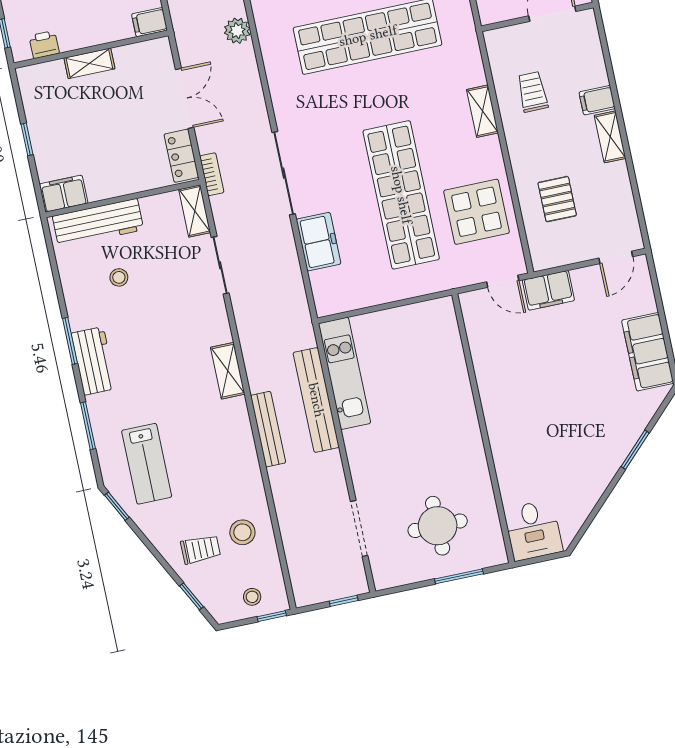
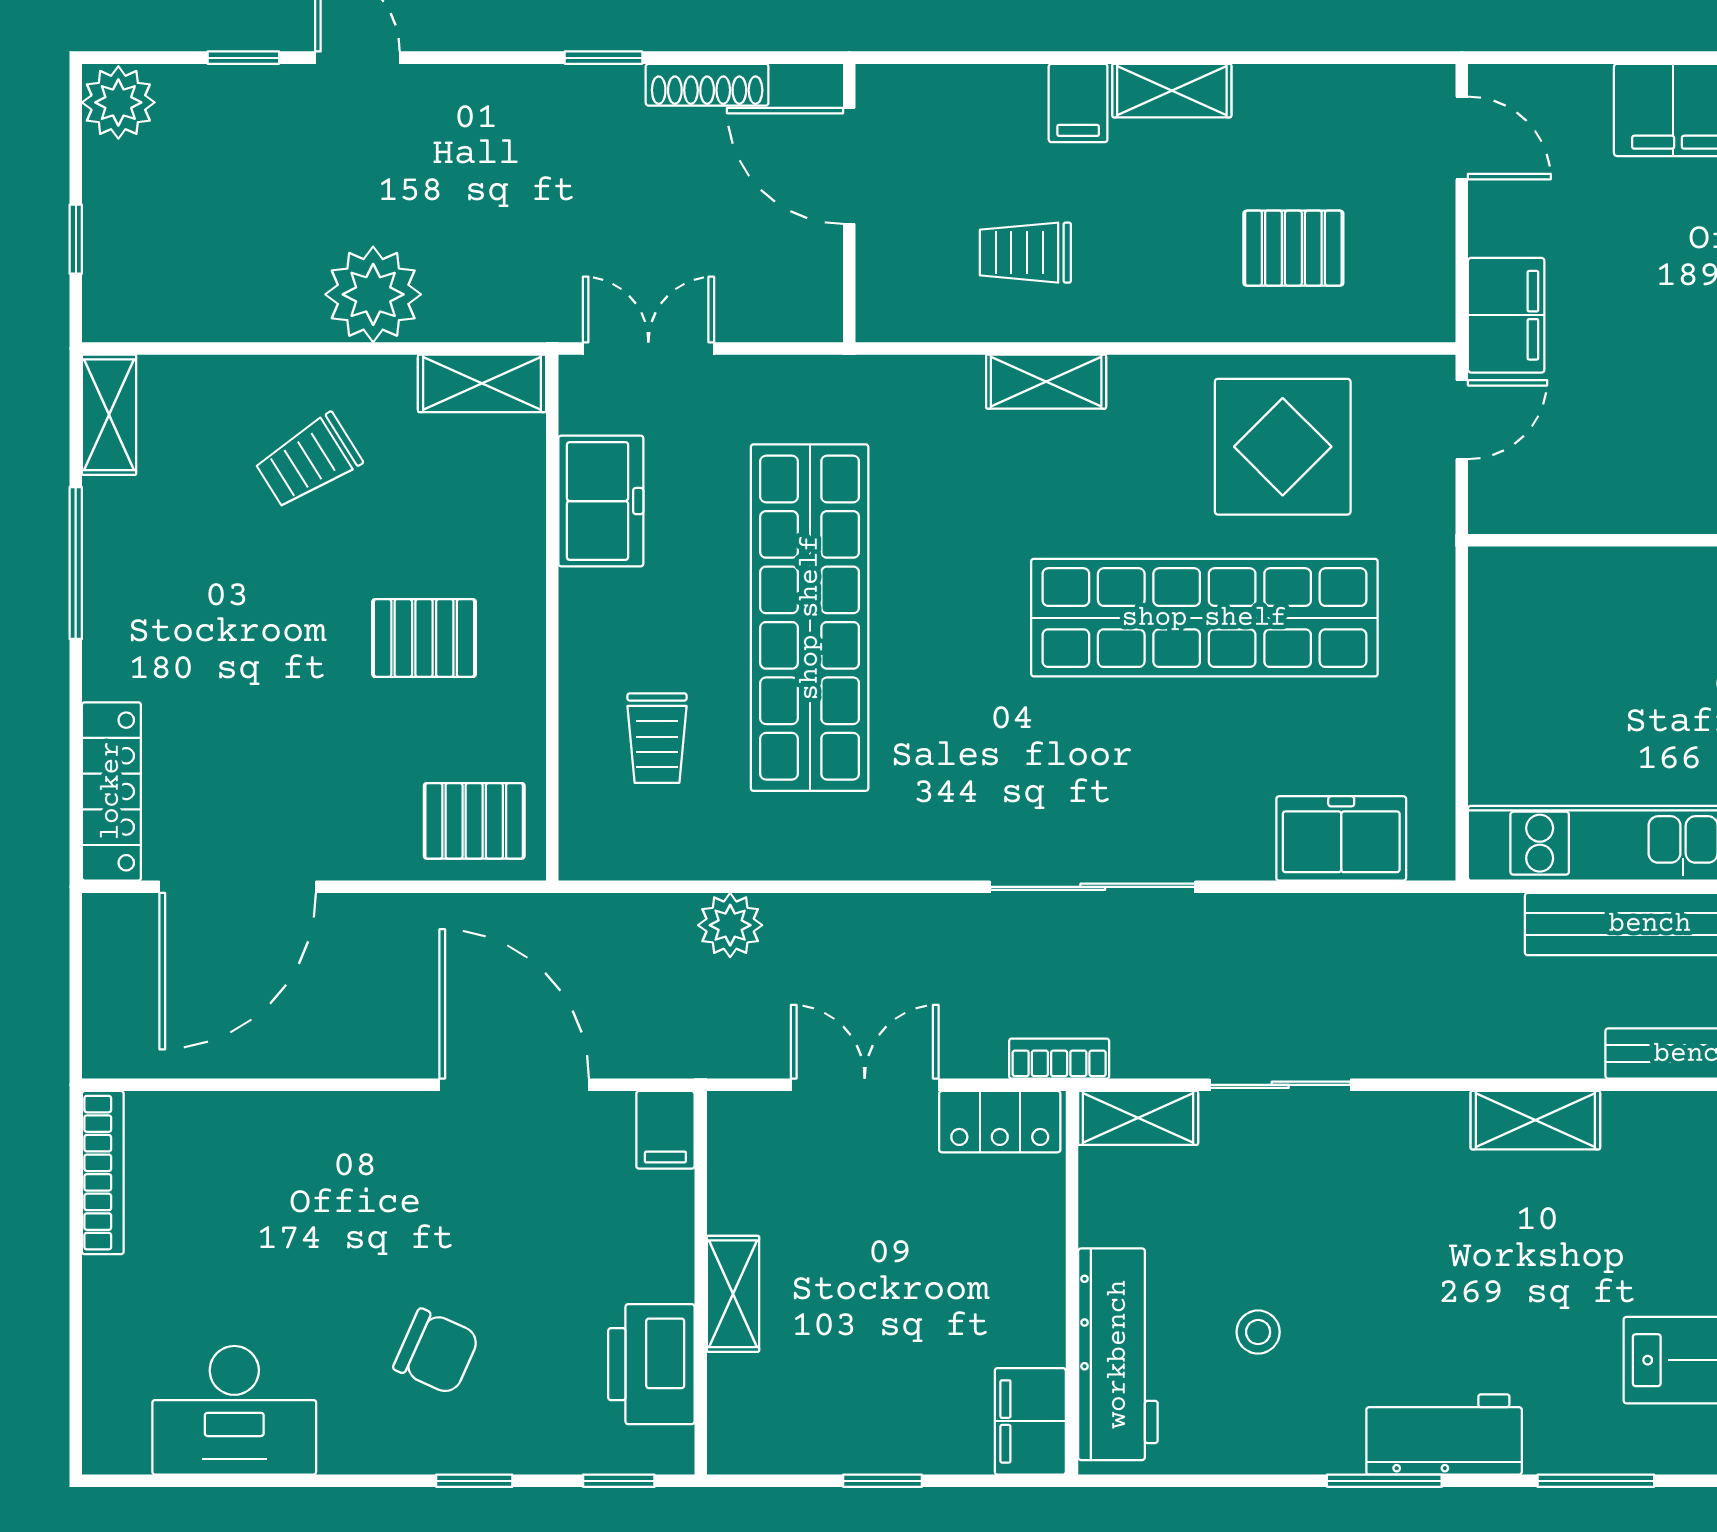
printer: (44, 45) -> (651, 1364), width x1.87, depth x1.48
freezer: (318, 242) -> (1341, 838), moved

